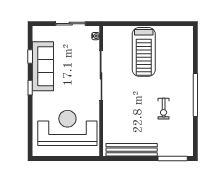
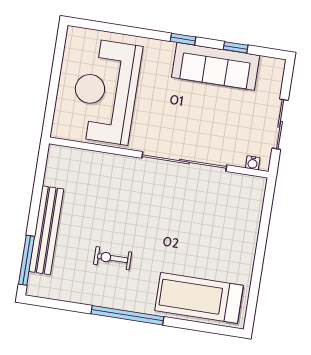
treadmill: (144, 52) -> (199, 298), moved
reception desk: (67, 128) -> (105, 91), turned 180
bench: (132, 150) -> (46, 230), moved

